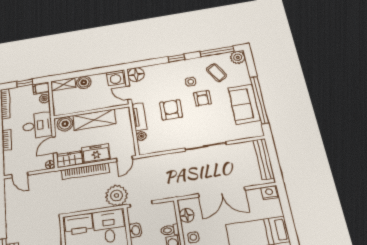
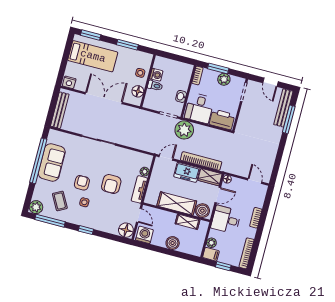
shelving: (63, 84) -> (188, 222), moved

